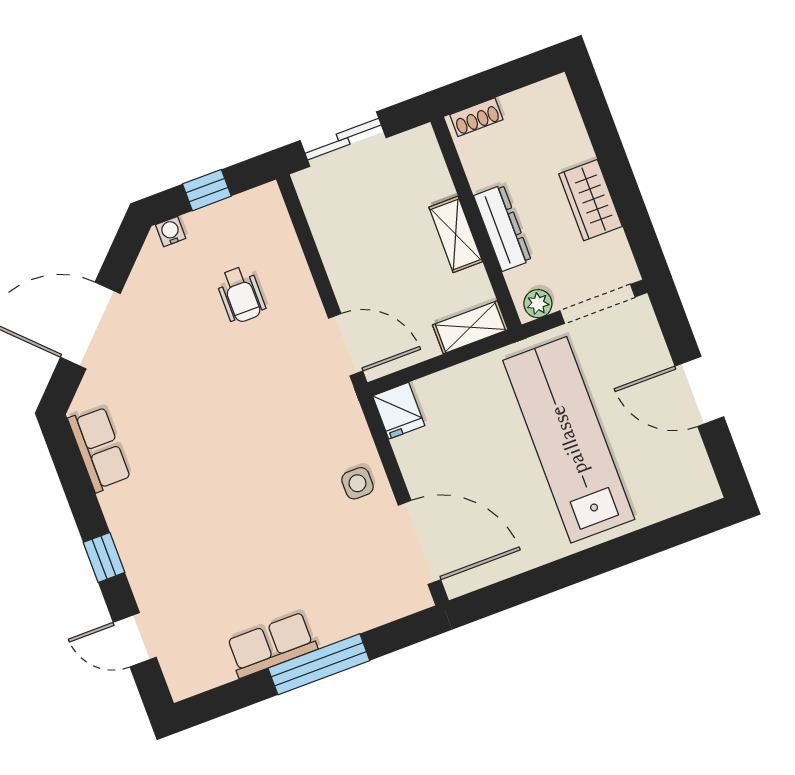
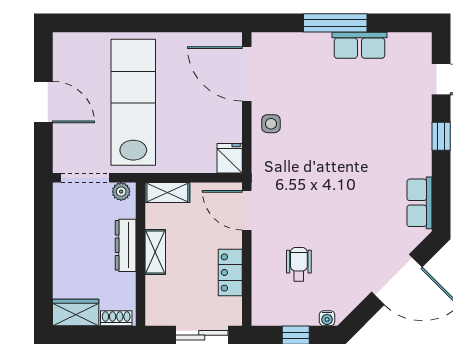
wardrobe: (590, 200) -> (76, 312), moved, turned -90
locker: (336, 245) -> (230, 272), added
lab bench: (569, 440) -> (133, 102), turned 180

